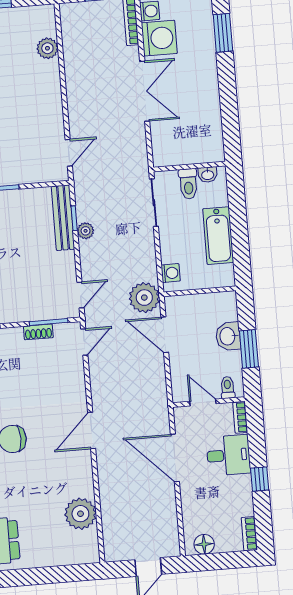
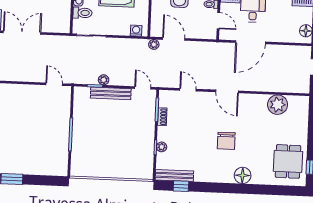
bench: (63, 218) -> (111, 93), moved
plant: (144, 298) -> (154, 44), width x0.53, depth x0.53
door: (165, 335) -> (174, 39), swing flipped
door: (84, 342) -> (188, 90), moved
door: (203, 403) -> (218, 21), swing flipped

